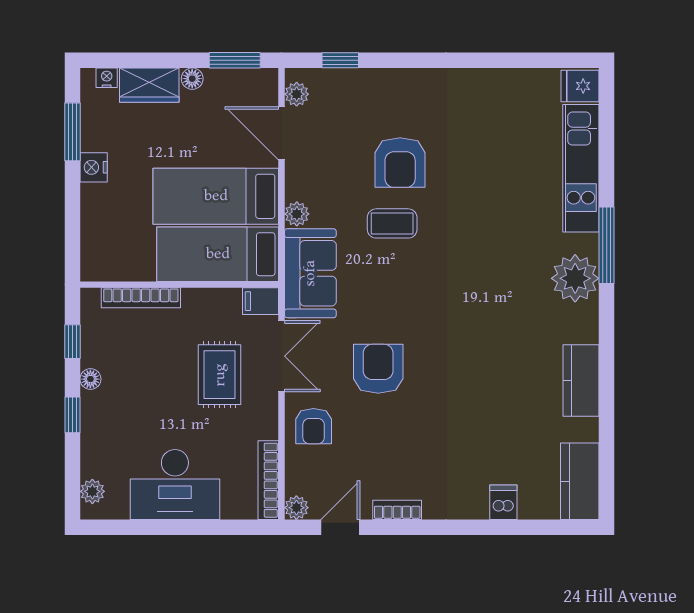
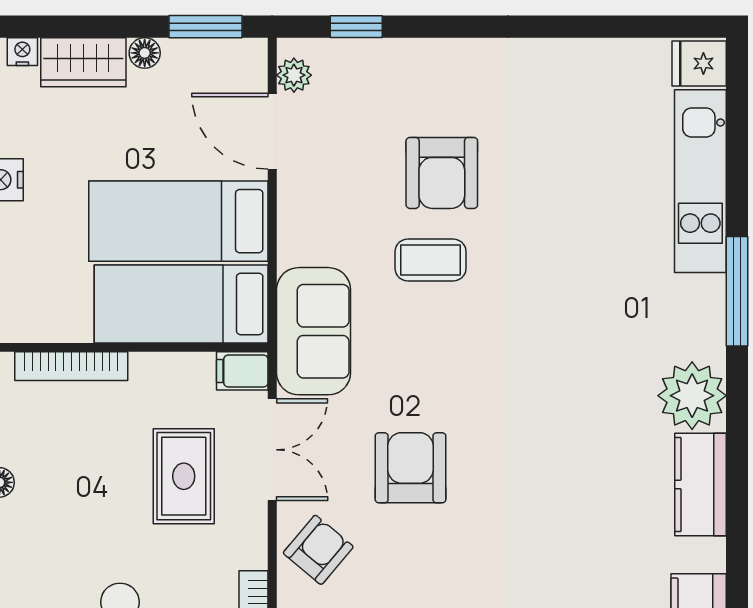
plant: (297, 214) -> (294, 246), removed
plant: (575, 278) -> (692, 396), moved
armchair: (314, 426) -> (318, 550), turned -140

